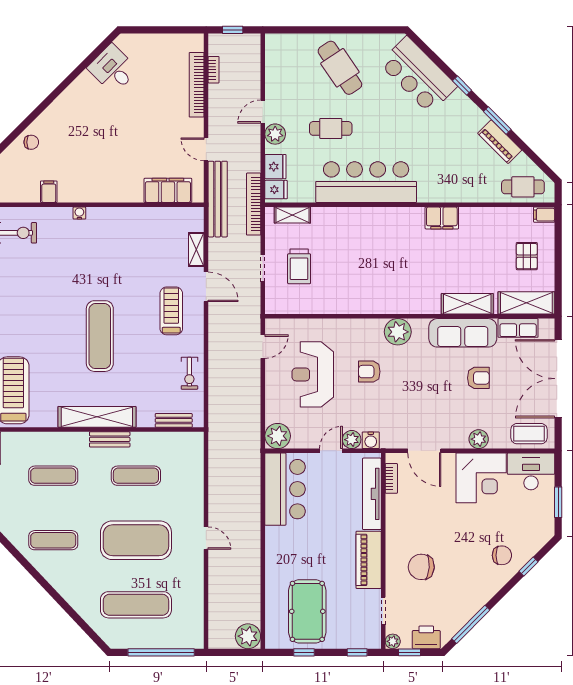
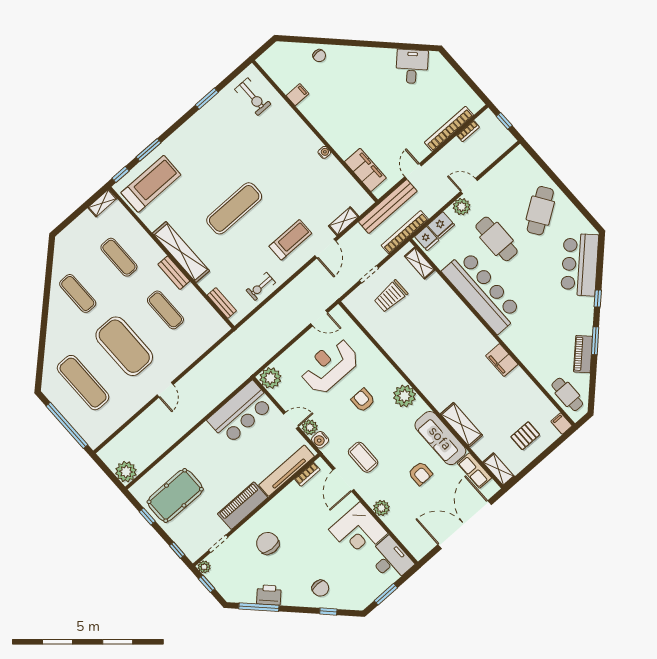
cafe table: (331, 128) -> (496, 239), width x1.37, depth x1.35
water cooler: (79, 213) -> (324, 152), moved
shelving: (526, 303) -> (499, 469), width x0.67, depth x0.75
coffee table: (529, 434) -> (363, 457), moved
printer: (426, 637) -> (269, 595), moved, turned -45

